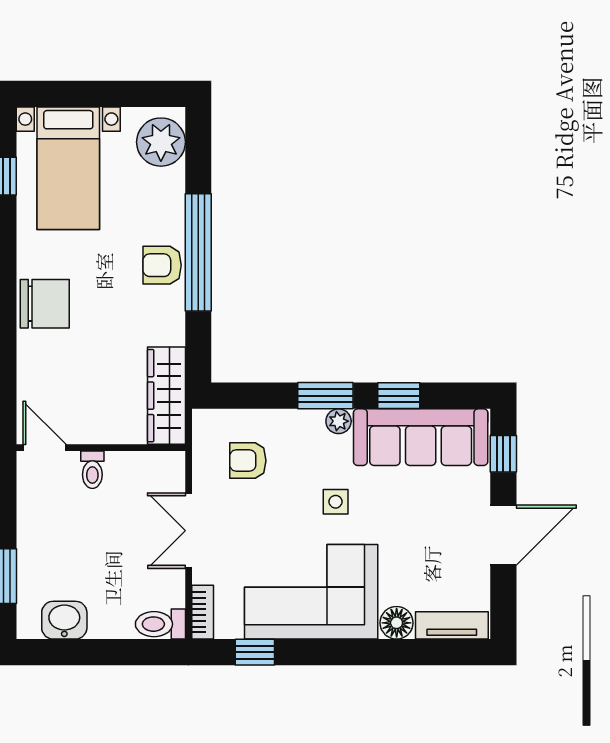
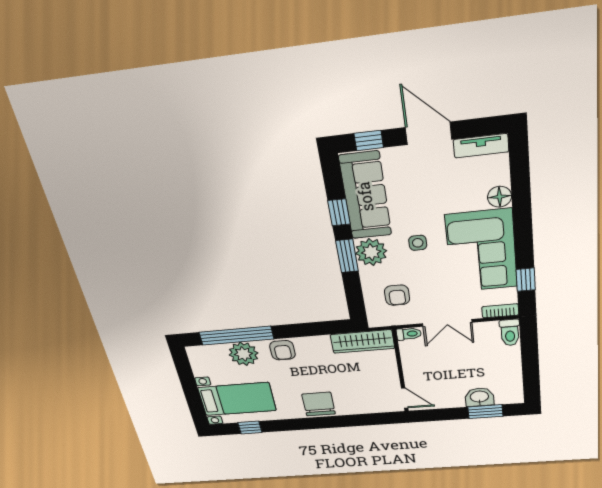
plant: (161, 142) -> (244, 354), moved
window: (198, 252) -> (236, 336), moved
plant: (339, 421) -> (371, 252), width x1.88, depth x1.88
door: (45, 448) -> (405, 398), swing flipped
toilet: (92, 470) -> (409, 334), moved
washbasin: (64, 620) -> (479, 397), moved, turned 90
tv unit: (452, 625) -> (481, 146), moved, turned -90

